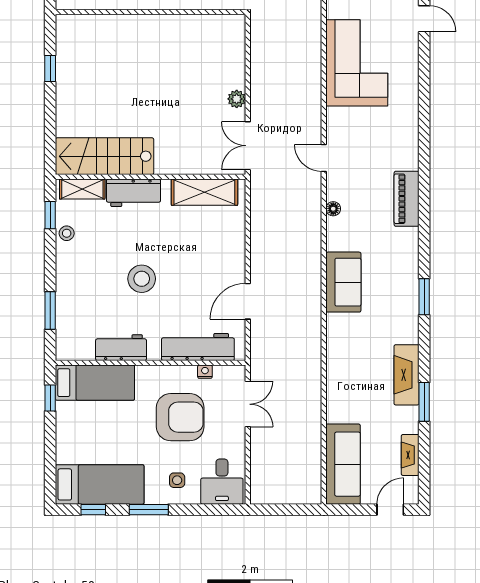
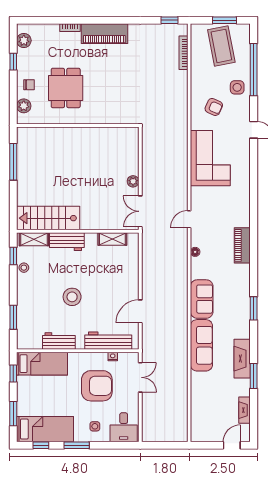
window: (50, 68) -> (13, 162), width x2.17
door: (324, 158) -> (189, 219), hinge flipped
shelving: (204, 192) -> (112, 239), width x0.67, depth x0.75
window: (50, 461) -> (13, 414), added
sofa: (343, 464) -> (201, 345), moved

